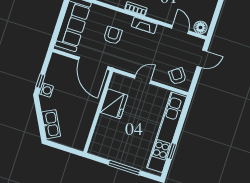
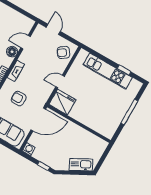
floor lamp: (200, 27) -> (12, 52), moved
door: (143, 79) -> (60, 82), hinge flipped
washing machine: (46, 90) -> (29, 149), moved
fridge: (114, 104) -> (62, 102), moved
kitchen unit: (167, 132) -> (108, 71), width x0.73

